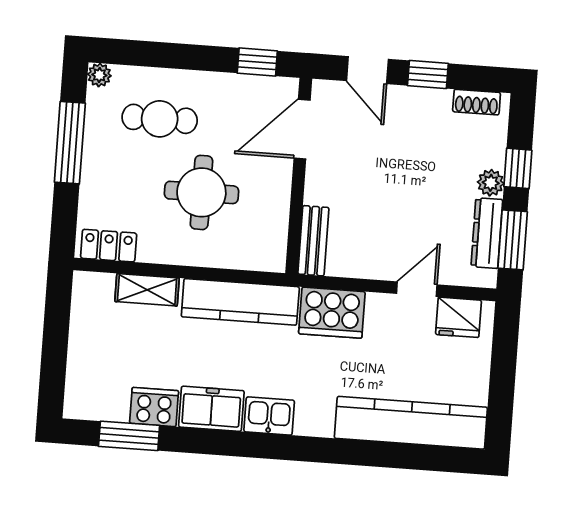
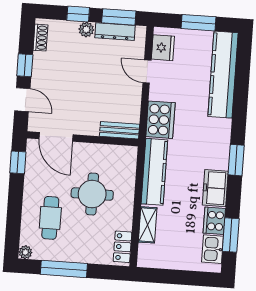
door: (367, 70) -> (22, 100), hinge flipped
window: (502, 380) -> (199, 23), added
kitchen sink: (269, 416) -> (213, 249), moved
window: (261, 446) -> (236, 160), added

